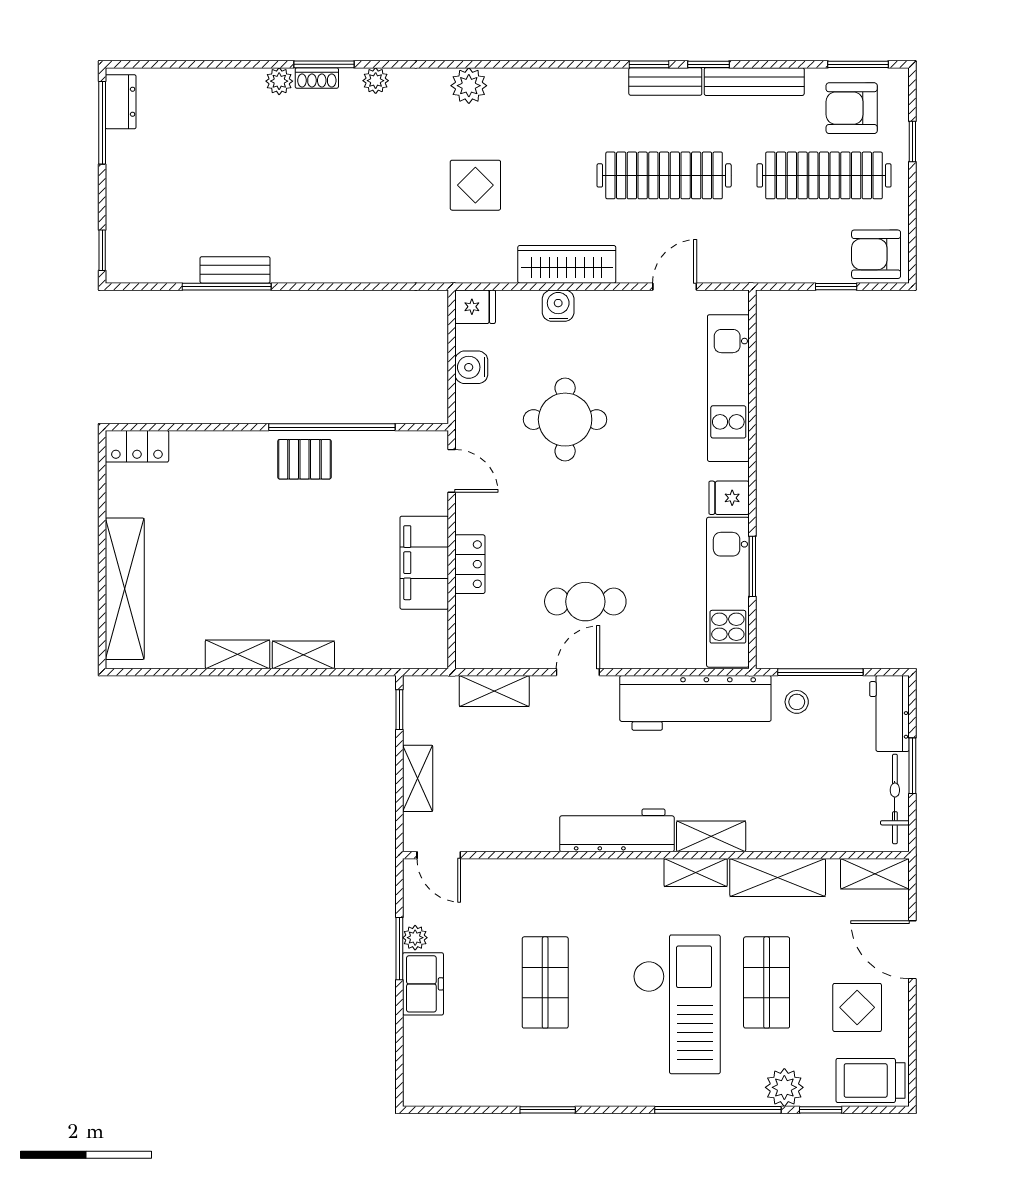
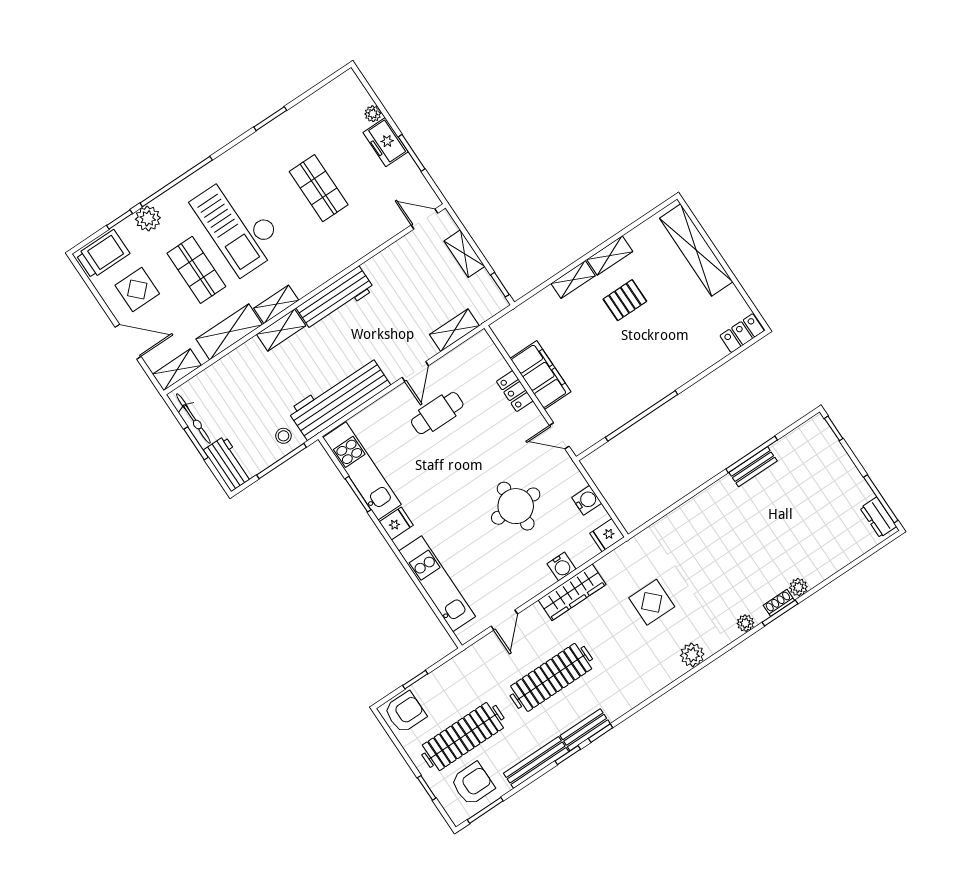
pallet: (304, 459) -> (625, 300), moved
plant: (415, 938) -> (373, 114), moved

